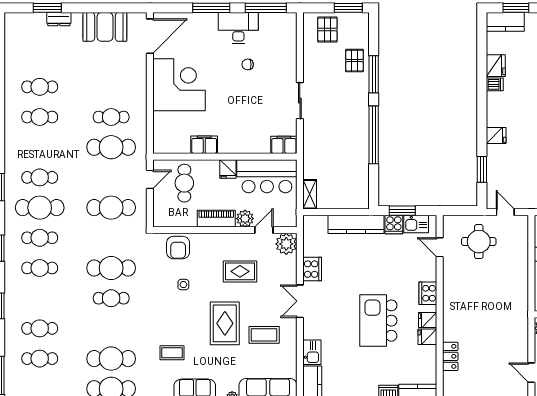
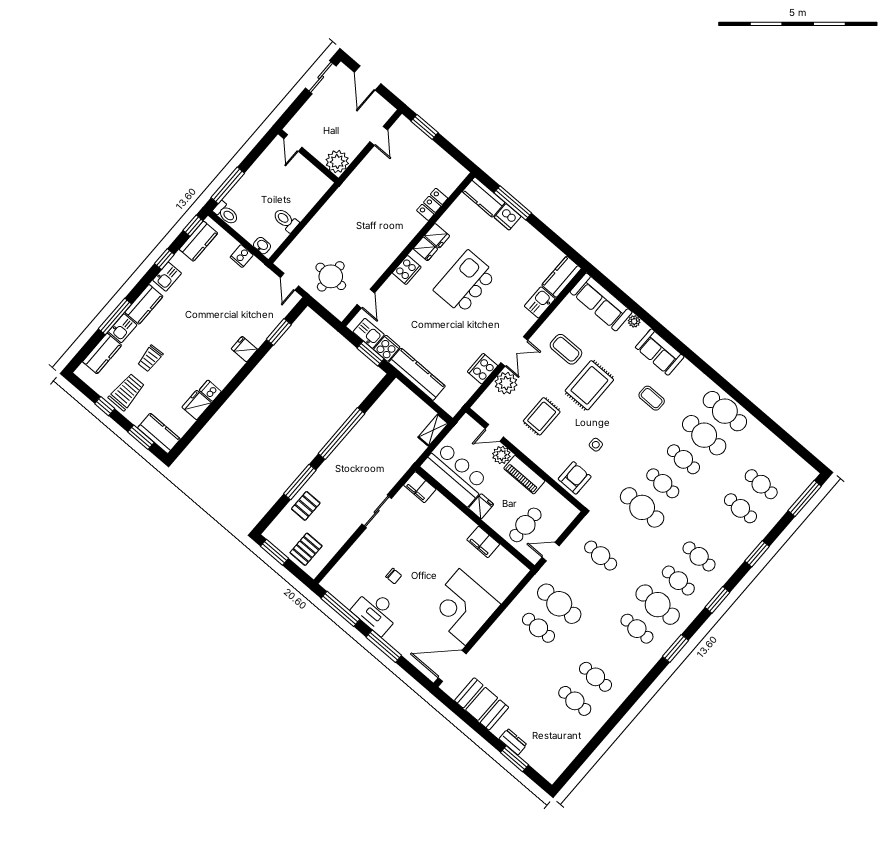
cafe table: (111, 208) -> (601, 556), width x0.73, depth x0.74
plant: (286, 244) -> (506, 383), moved
rug: (240, 271) -> (542, 416), turned 90
kitchen island: (378, 321) -> (465, 282), turned 180
cafe table: (111, 328) -> (683, 459), added

